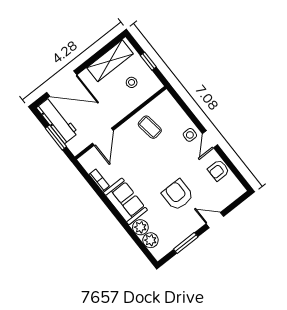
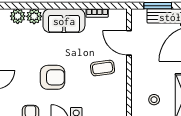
coffee table: (150, 127) -> (103, 68), moved
armchair: (178, 195) -> (53, 77), moved

